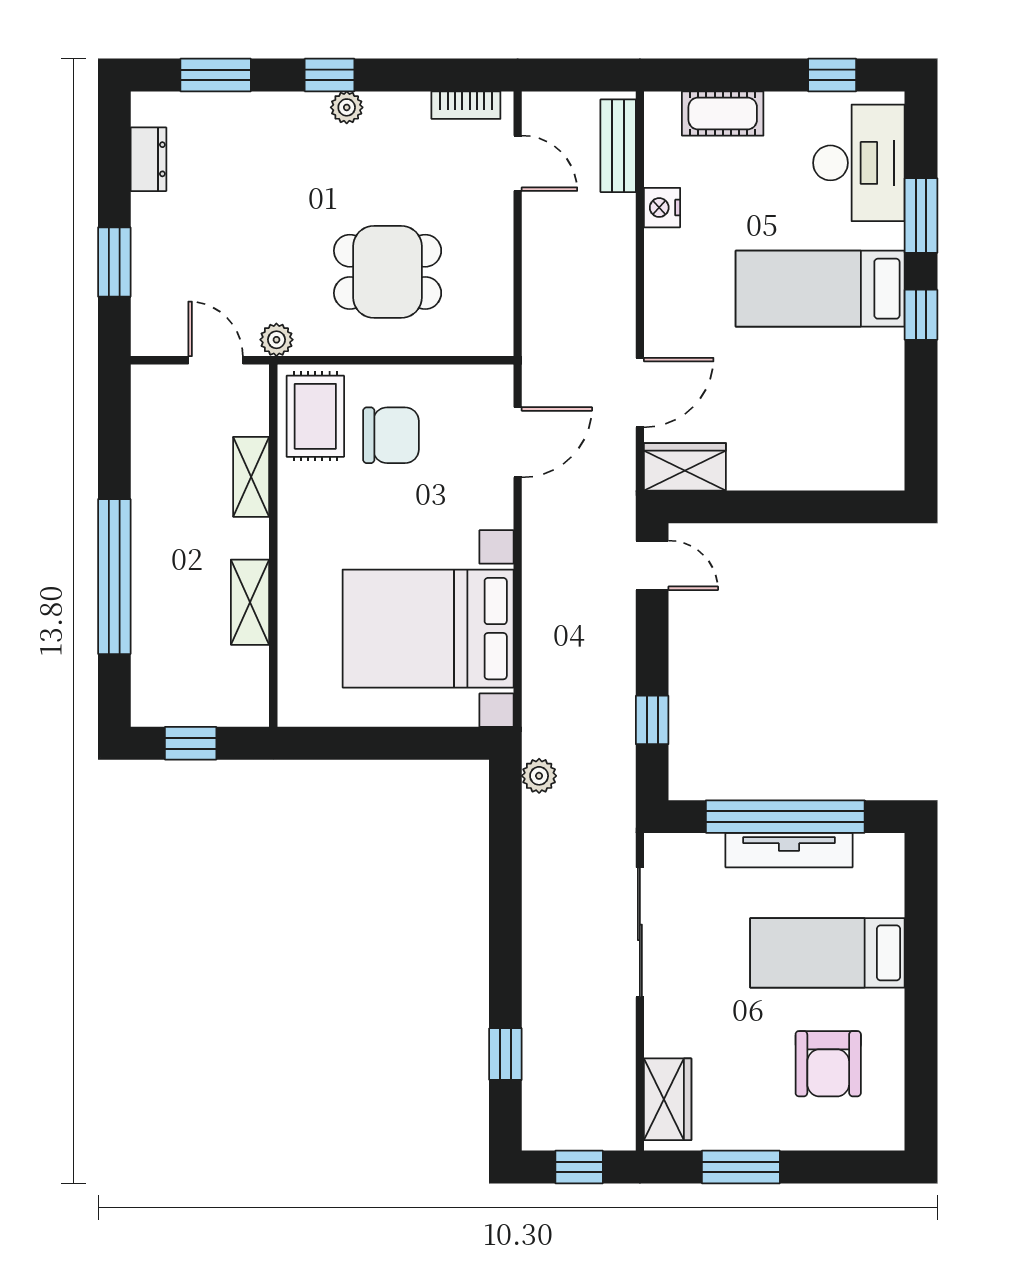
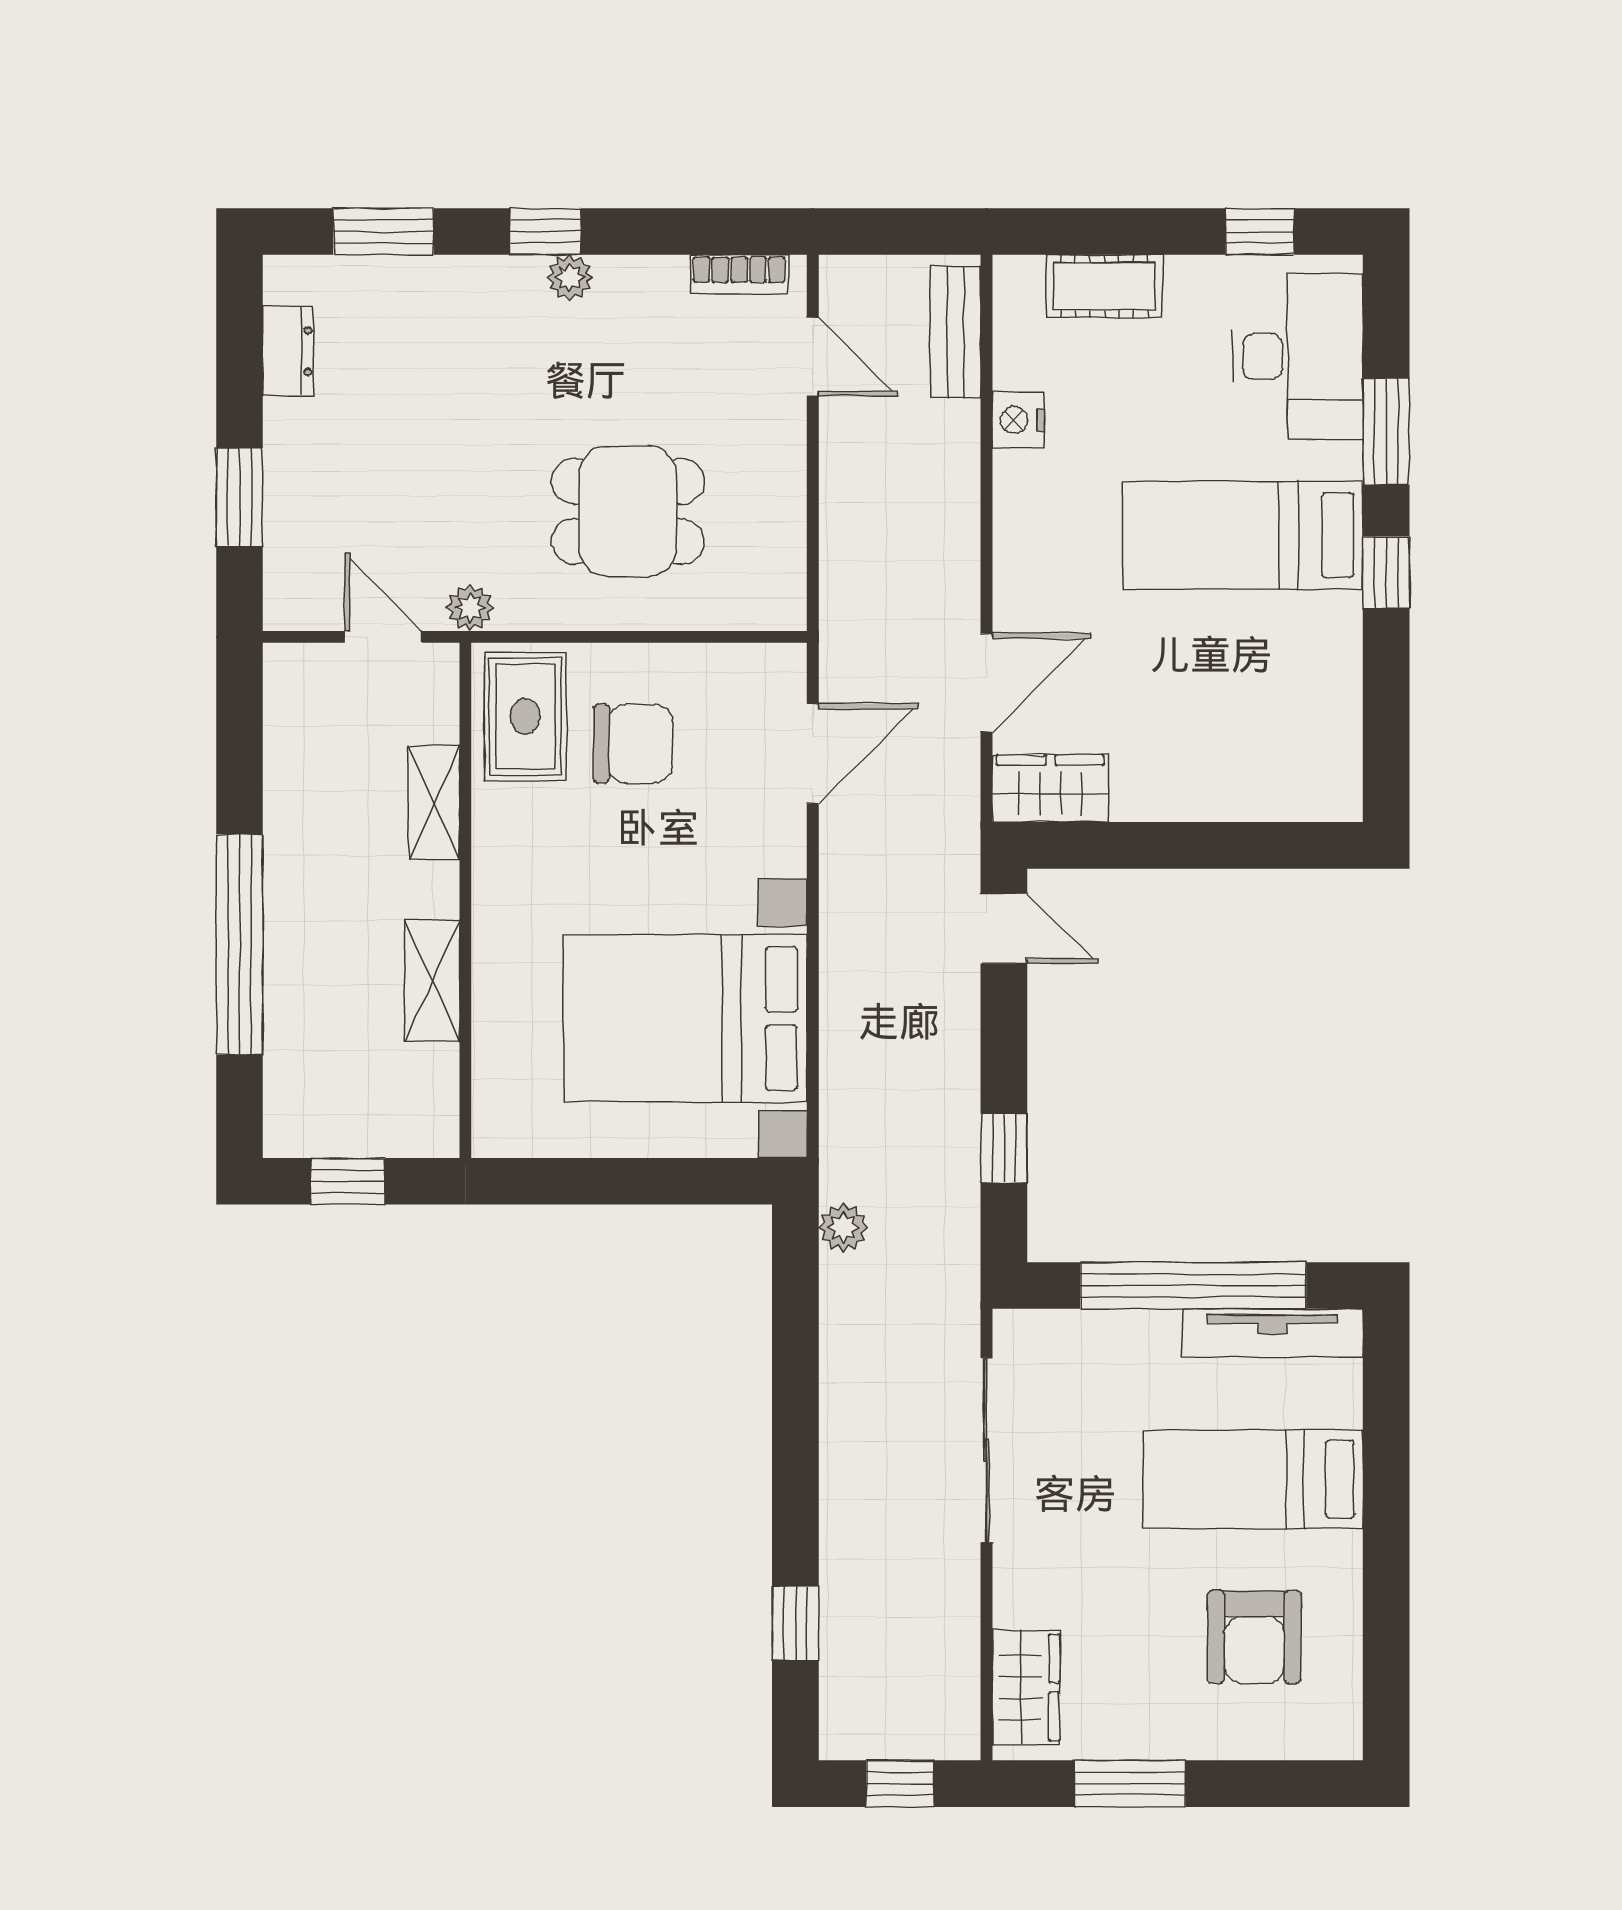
tv unit: (789, 850) -> (1273, 1333), moved

